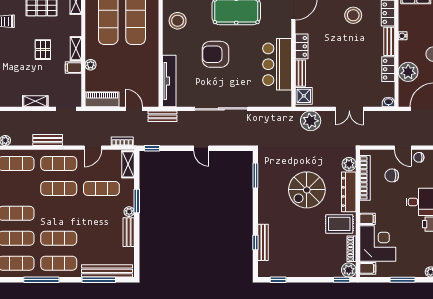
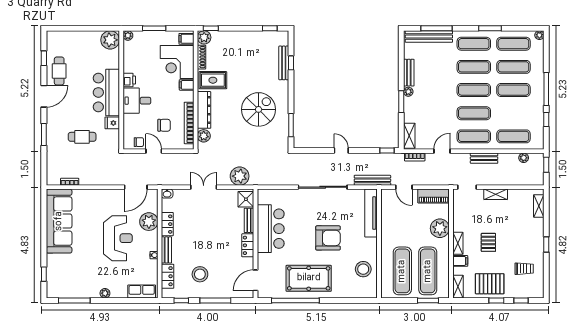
plant: (91, 65) -> (440, 228), width x1.88, depth x1.88
filing cabinet: (73, 68) -> (460, 261), moved
bench: (163, 116) -> (372, 180), width x1.36
exercise mat: (101, 188) -> (474, 90), moved
spiral stairs: (307, 190) -> (259, 109), moved
window: (41, 280) -> (490, 28), width x0.69

